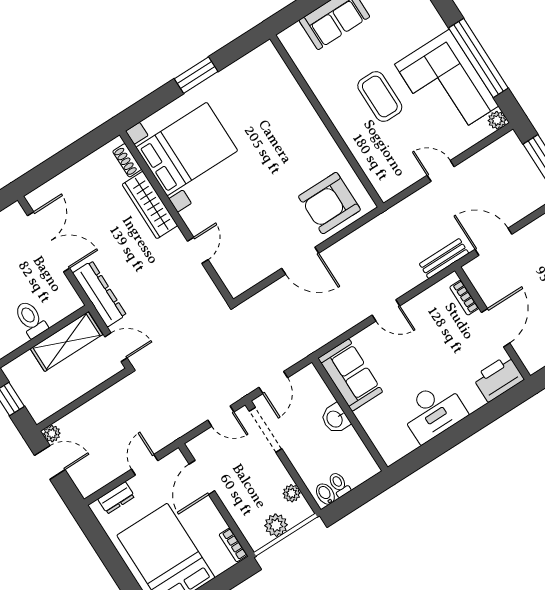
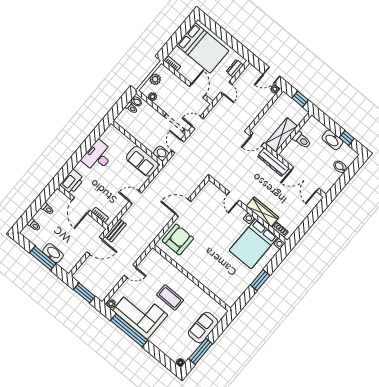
washbasin: (335, 419) -> (161, 153), moved

